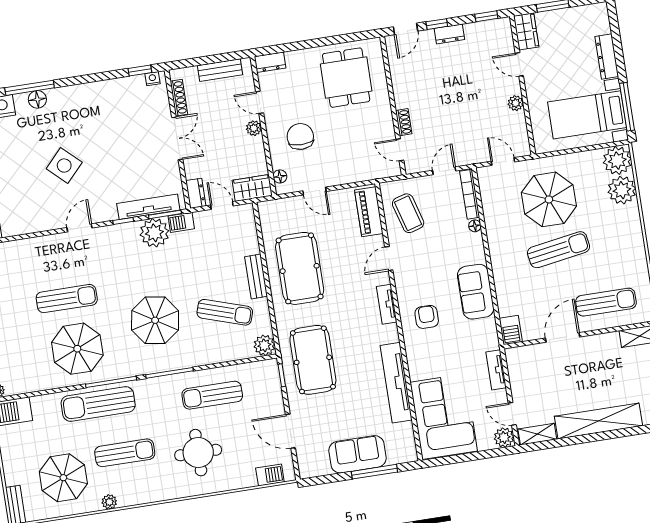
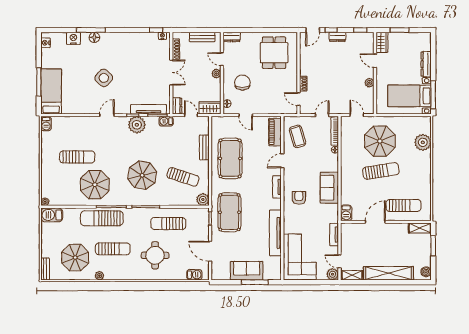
plant: (617, 161) -> (423, 125), removed
plant: (154, 233) -> (137, 125), moved
bench: (256, 277) -> (204, 147), moved
sun lounger: (67, 299) -> (77, 157), moved

